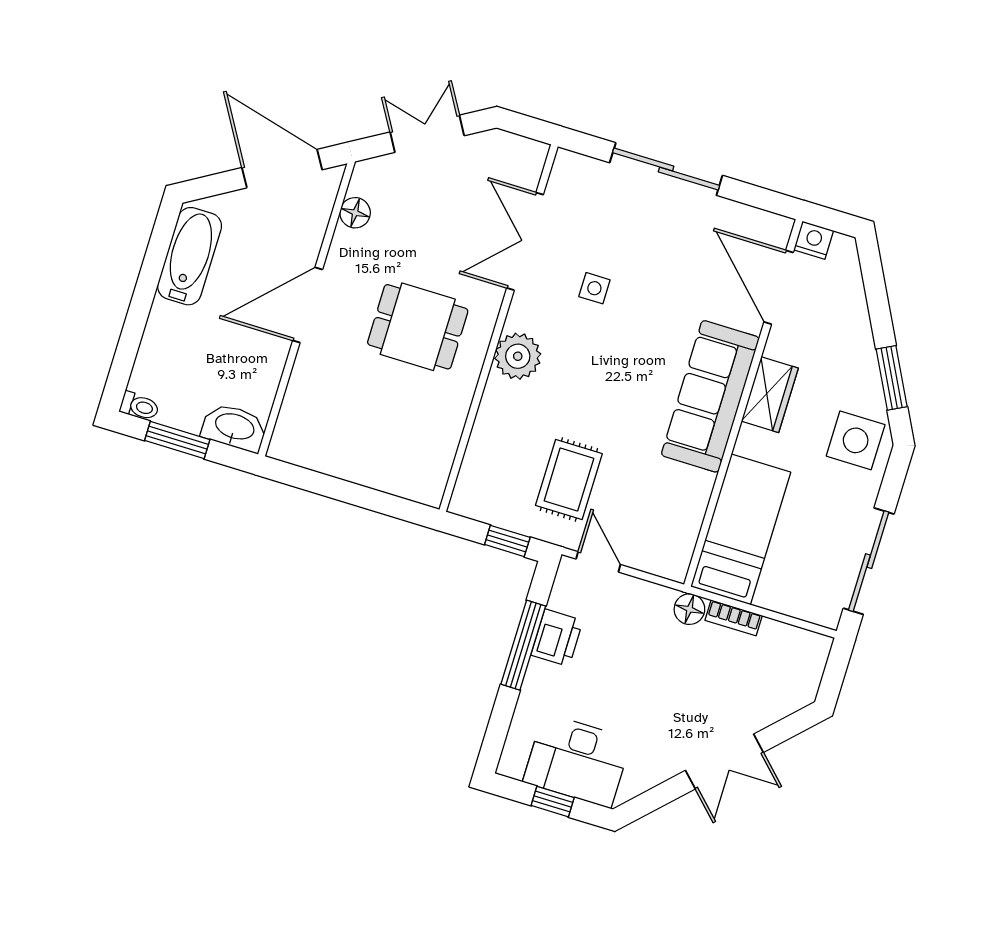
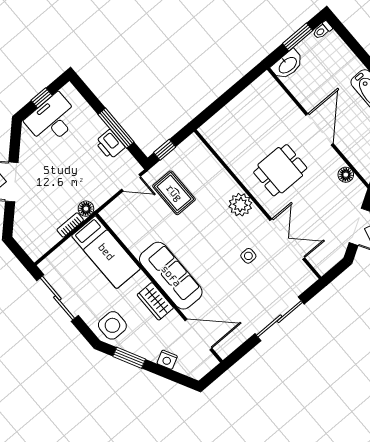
nightstand: (814, 240) -> (167, 360), moved, turned 63

